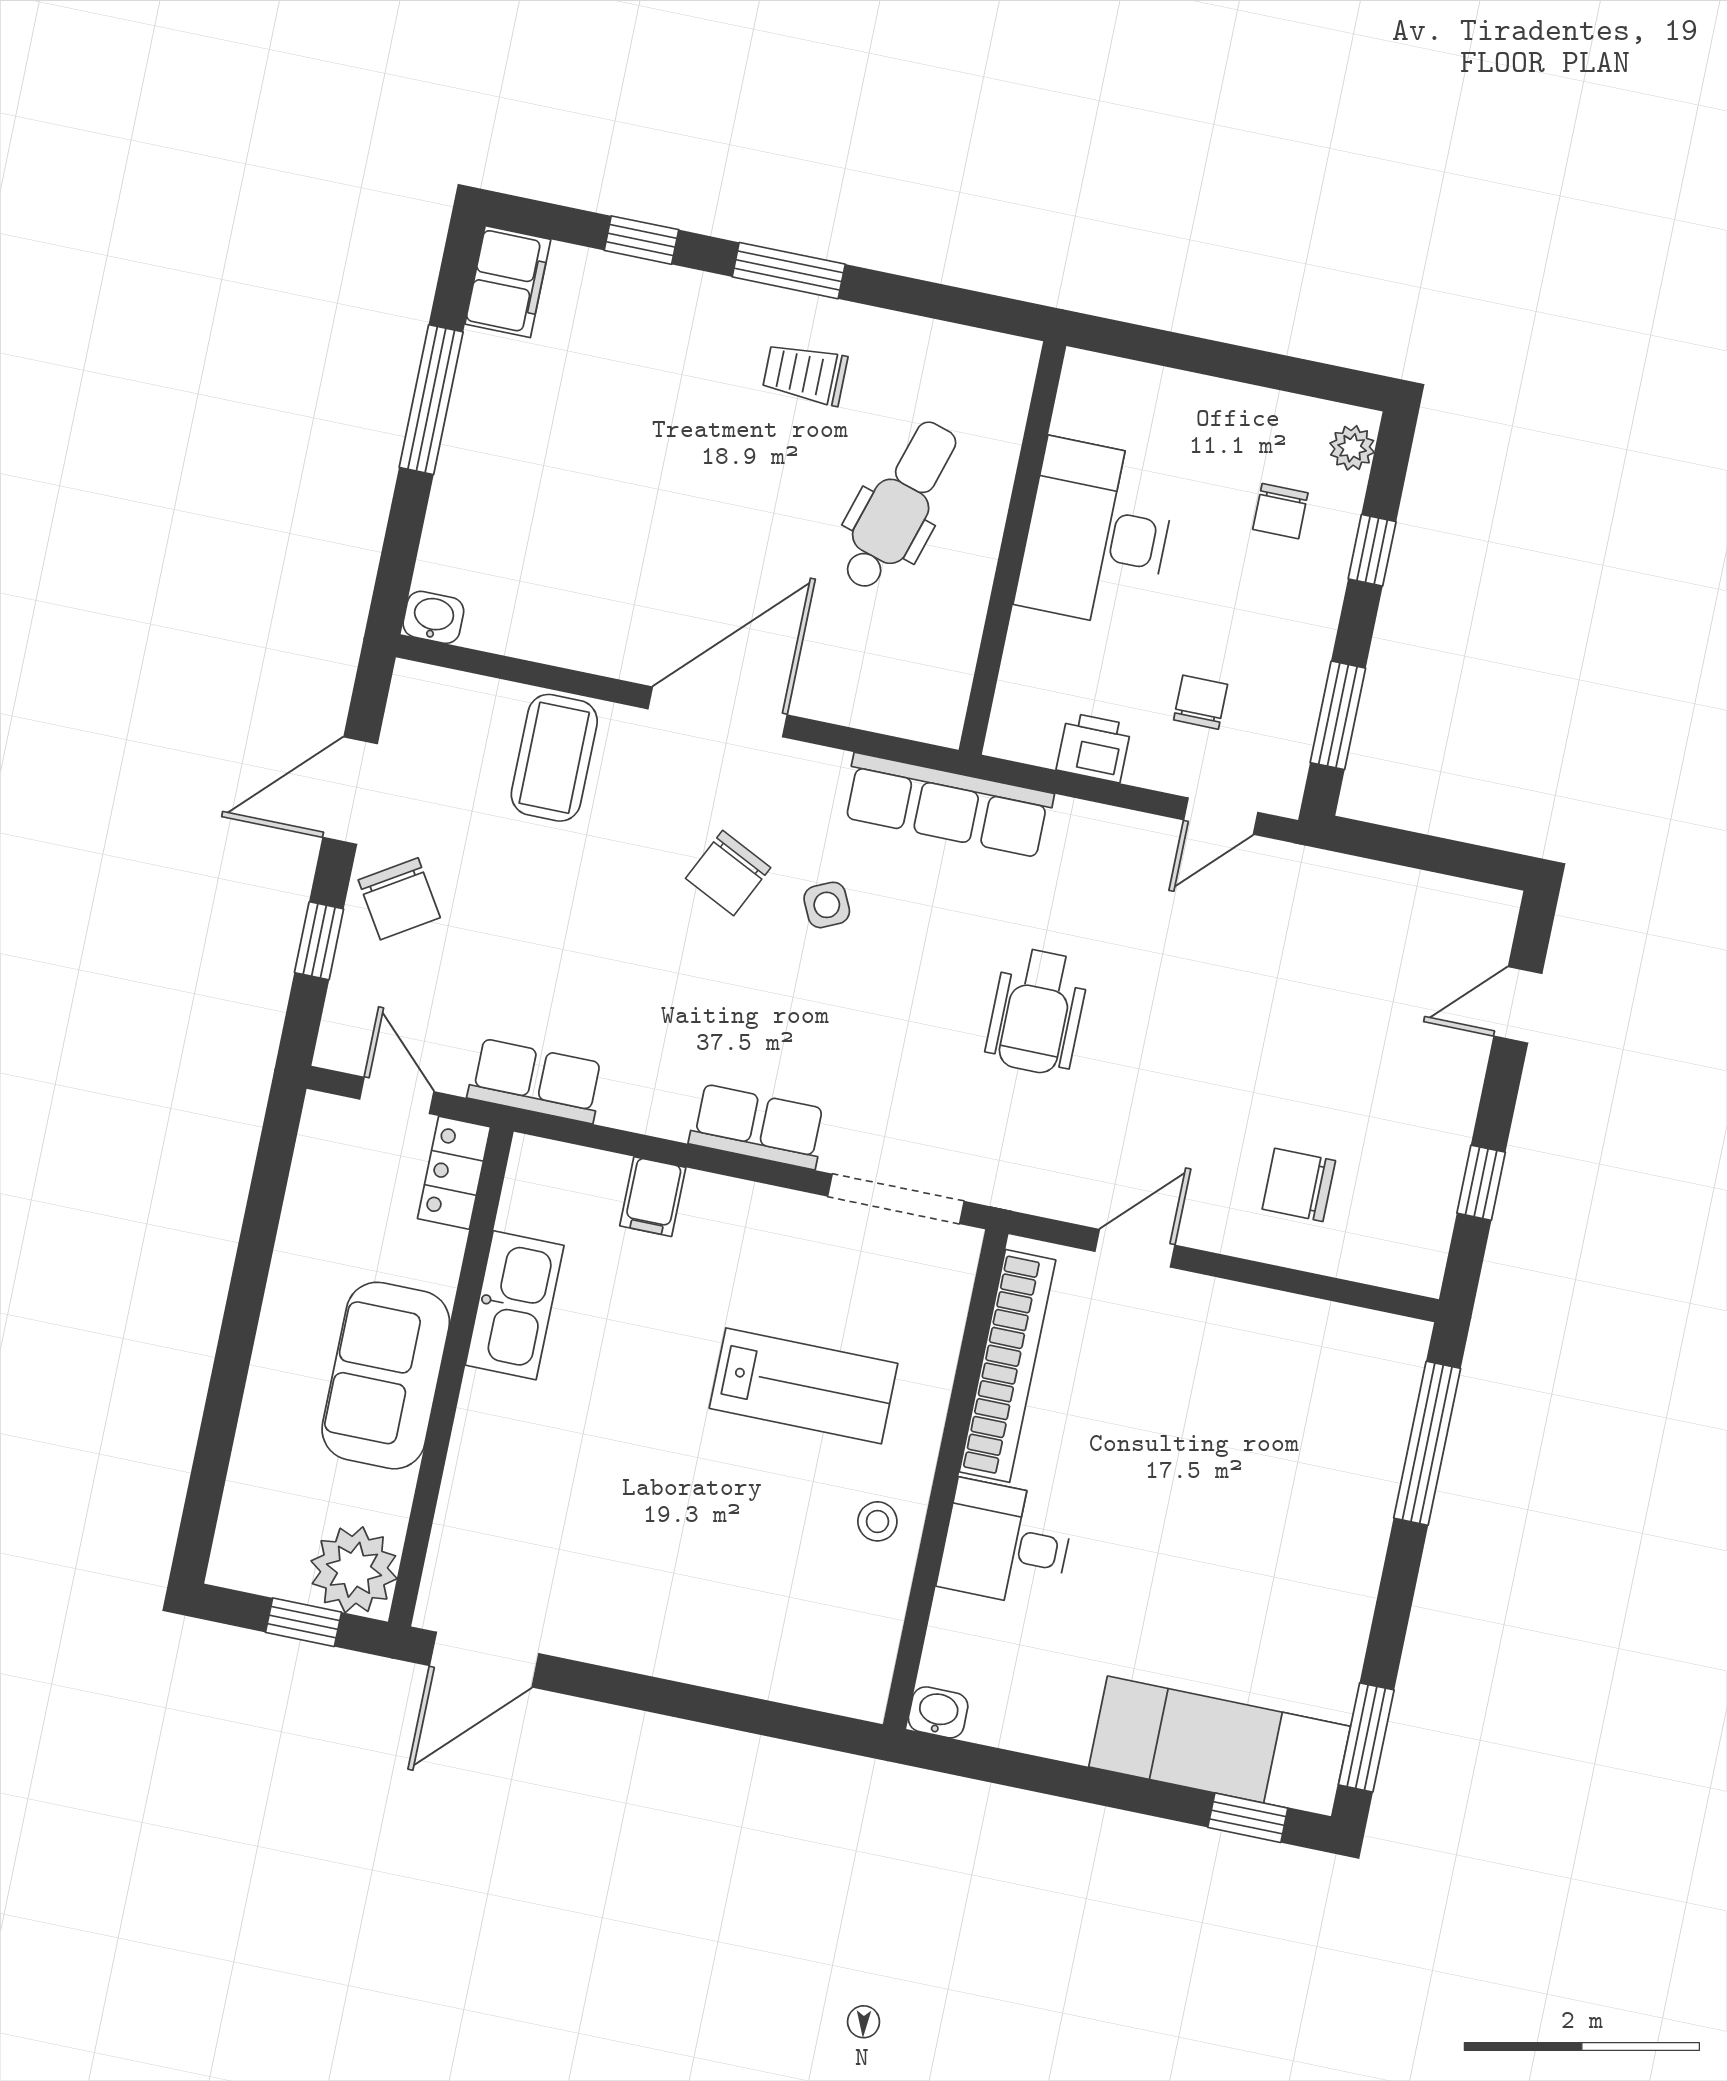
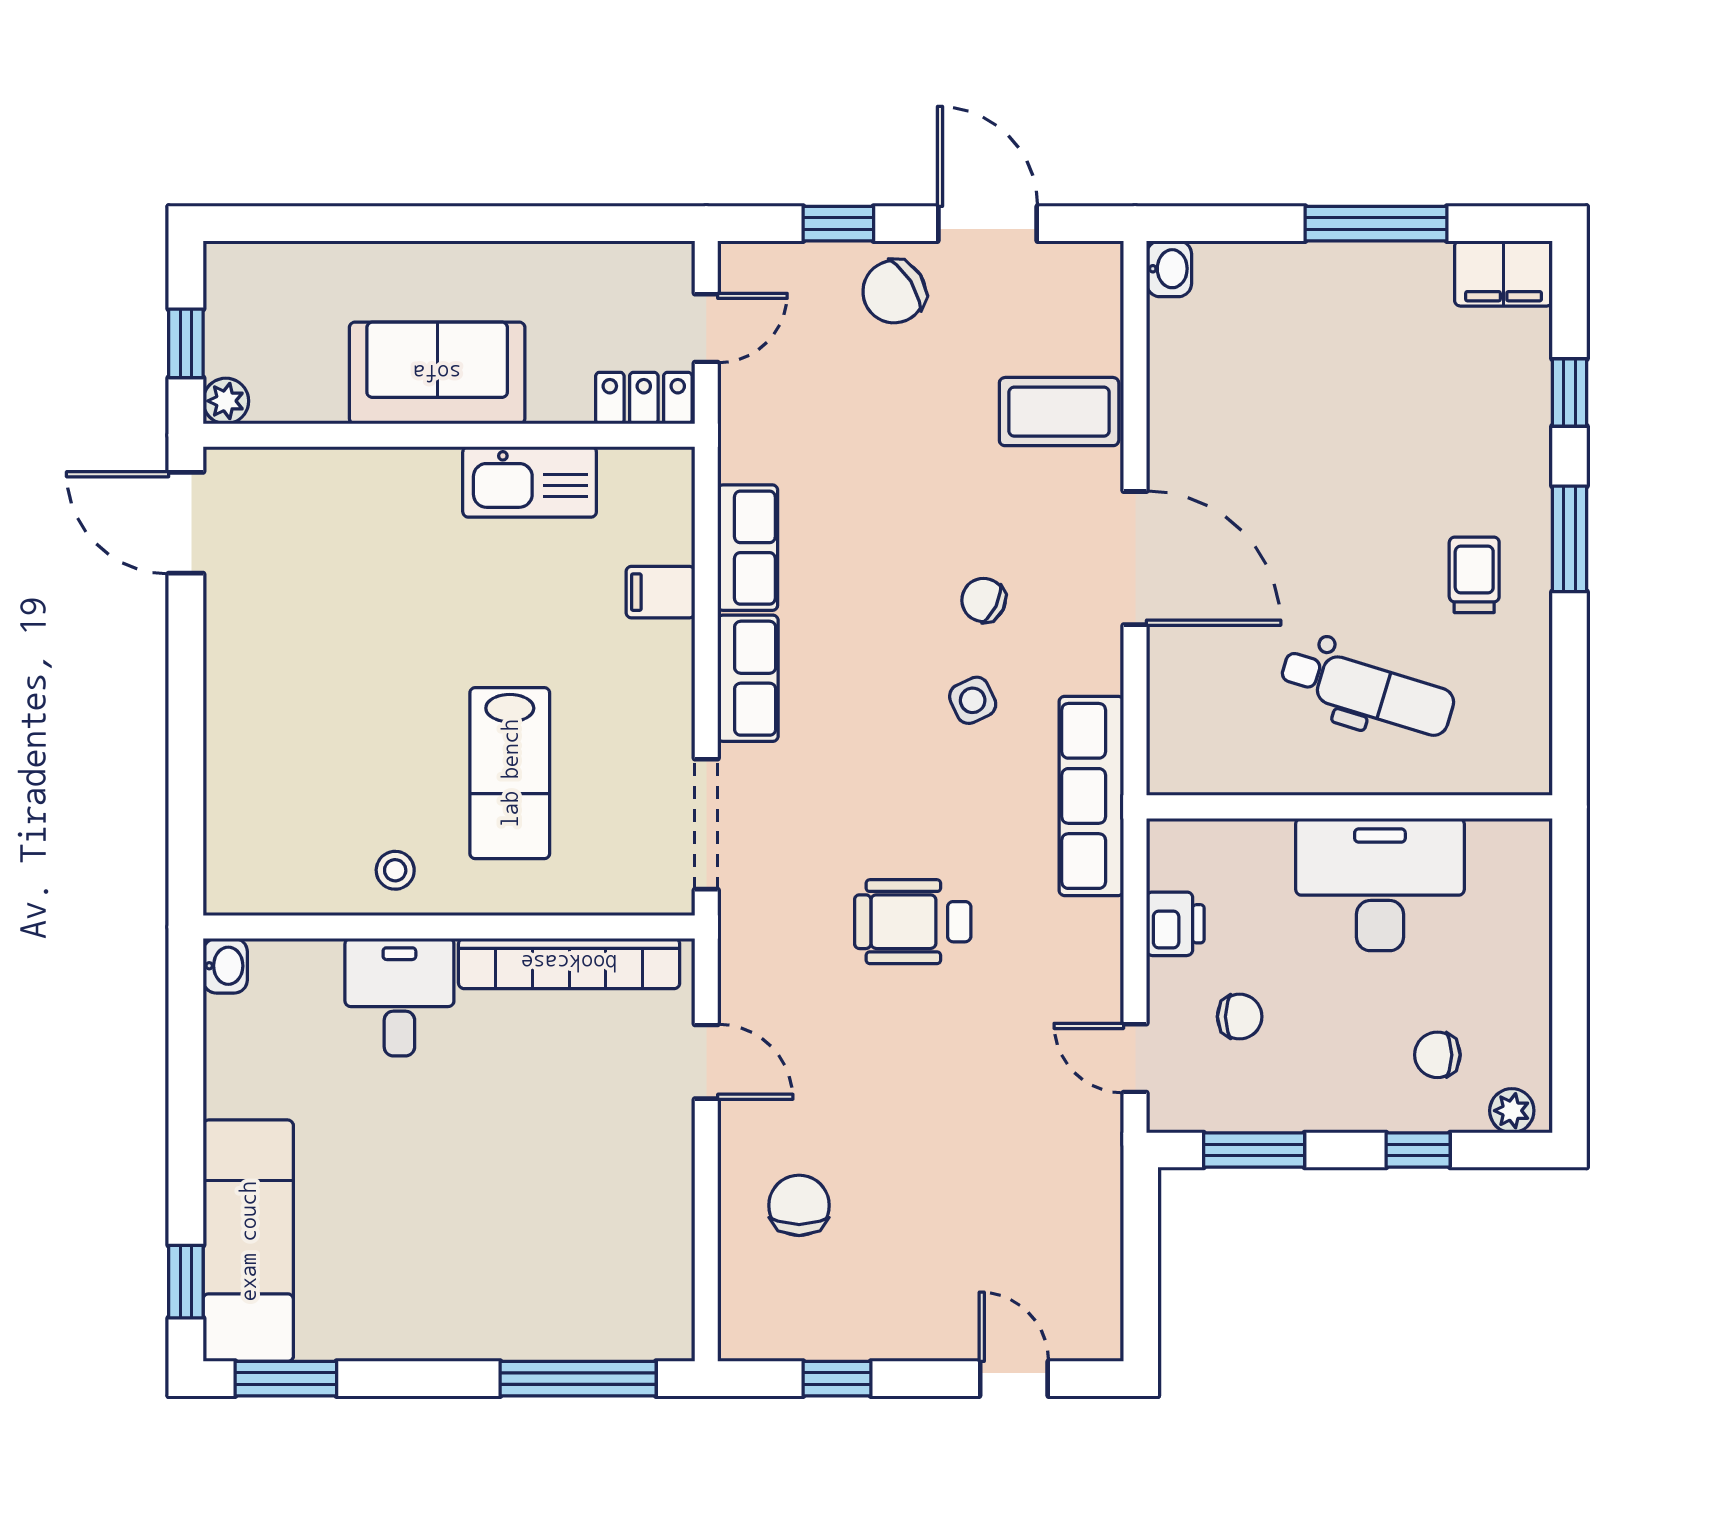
chair: (728, 873) -> (984, 600), width x0.73, depth x0.73
row of seats: (536, 1081) -> (748, 548), moved
plant: (354, 1570) -> (226, 401), width x0.53, depth x0.53

